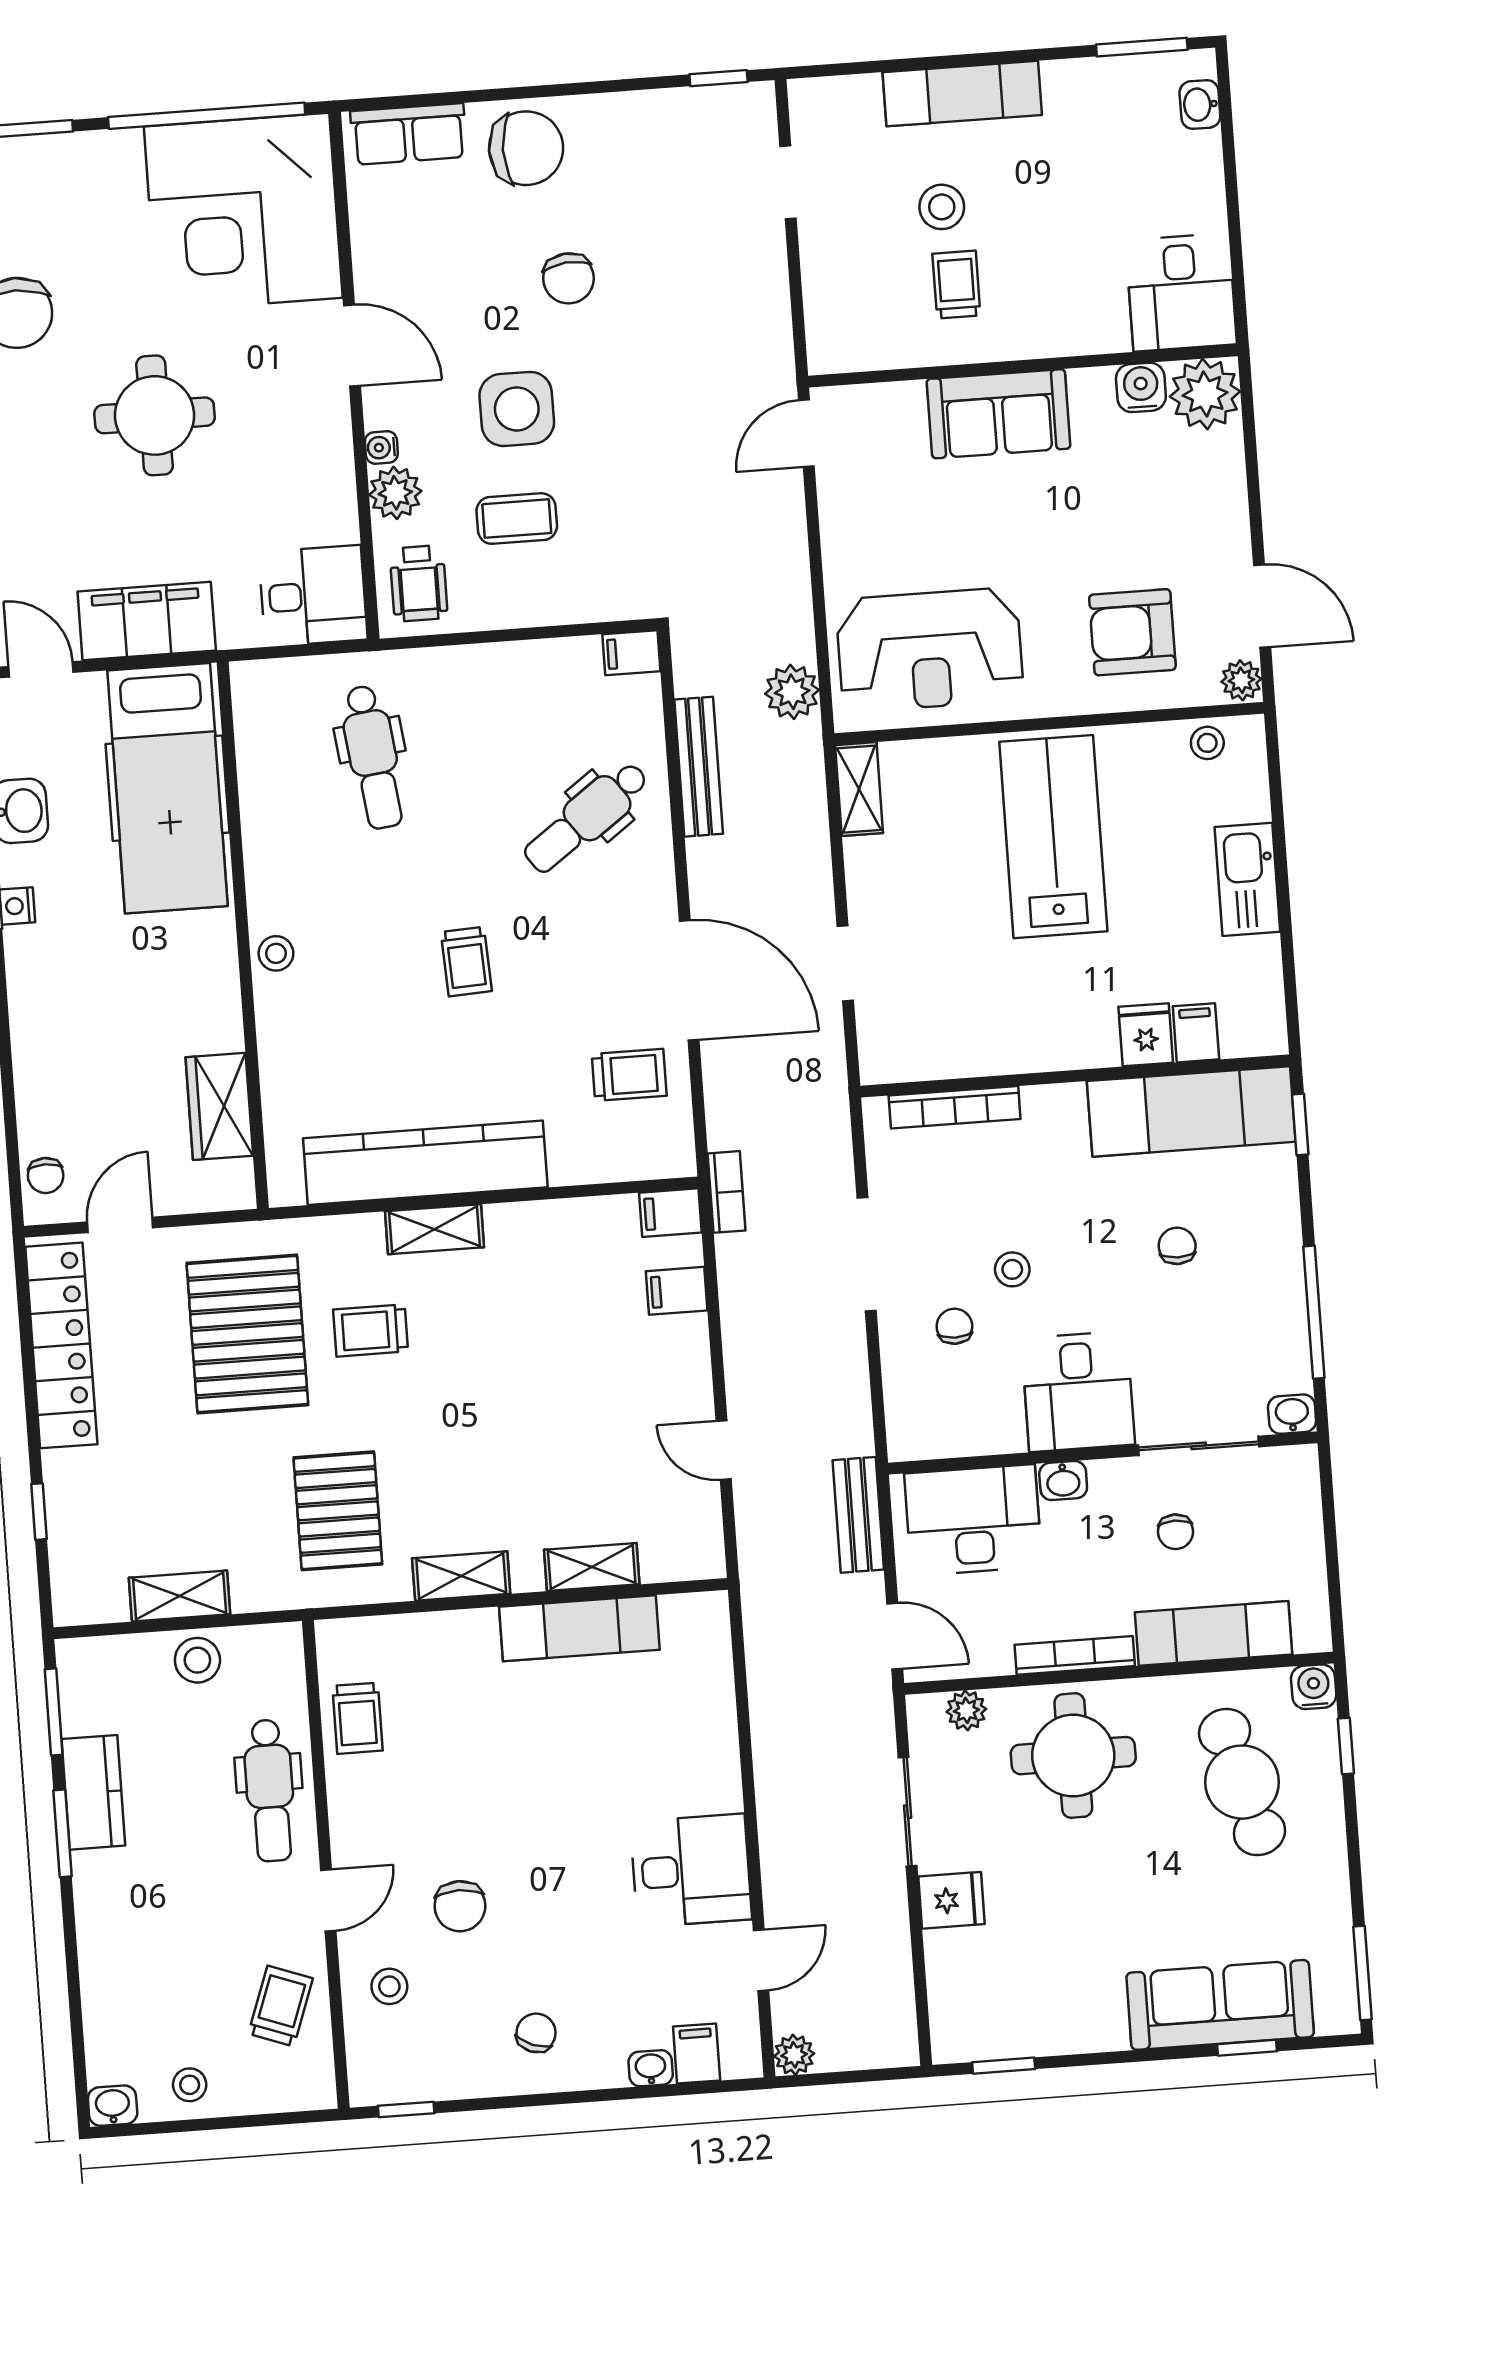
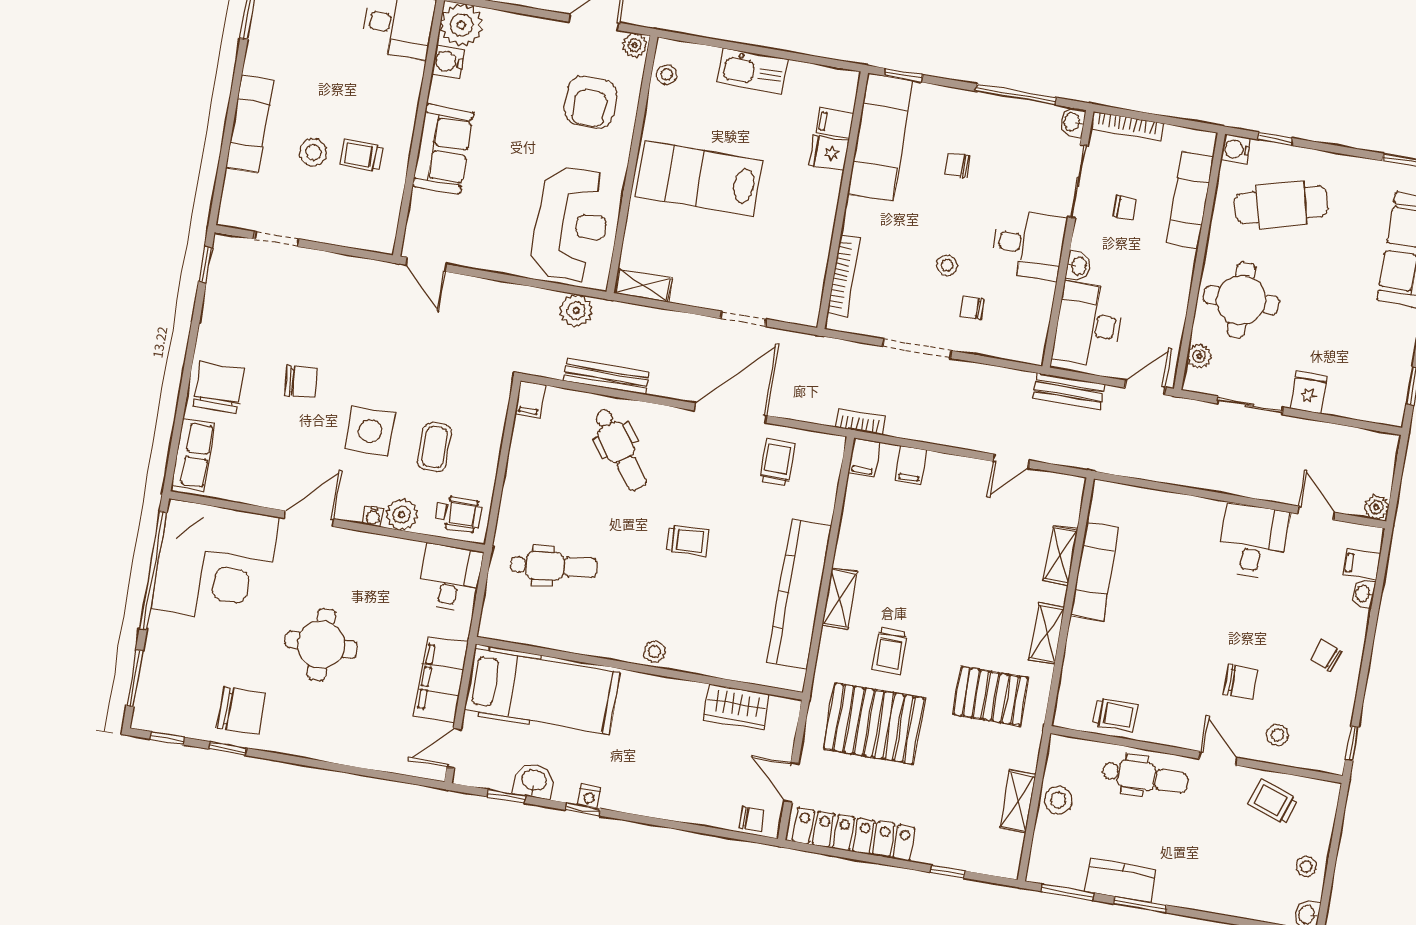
bookcase: (1075, 1655) -> (1127, 126), moved, turned -90

